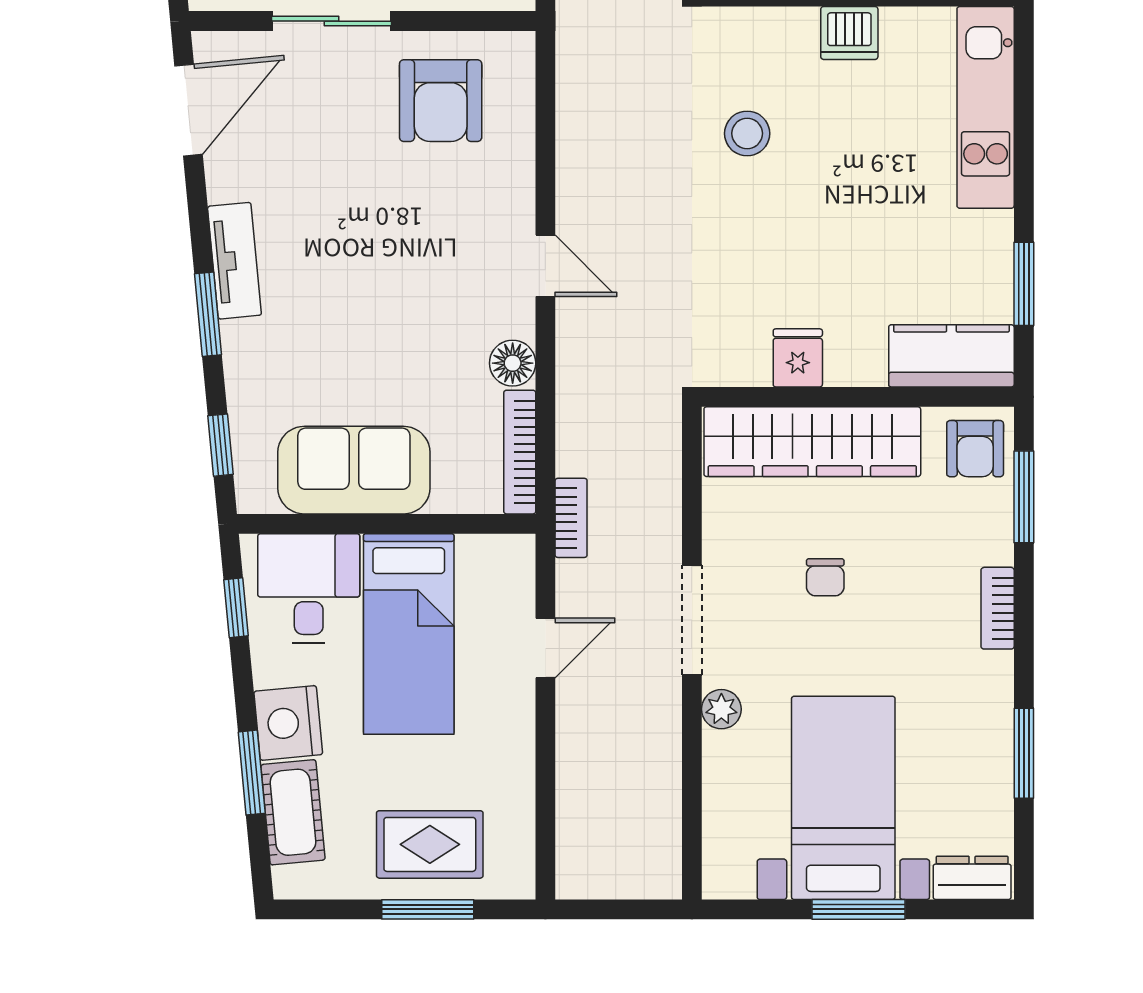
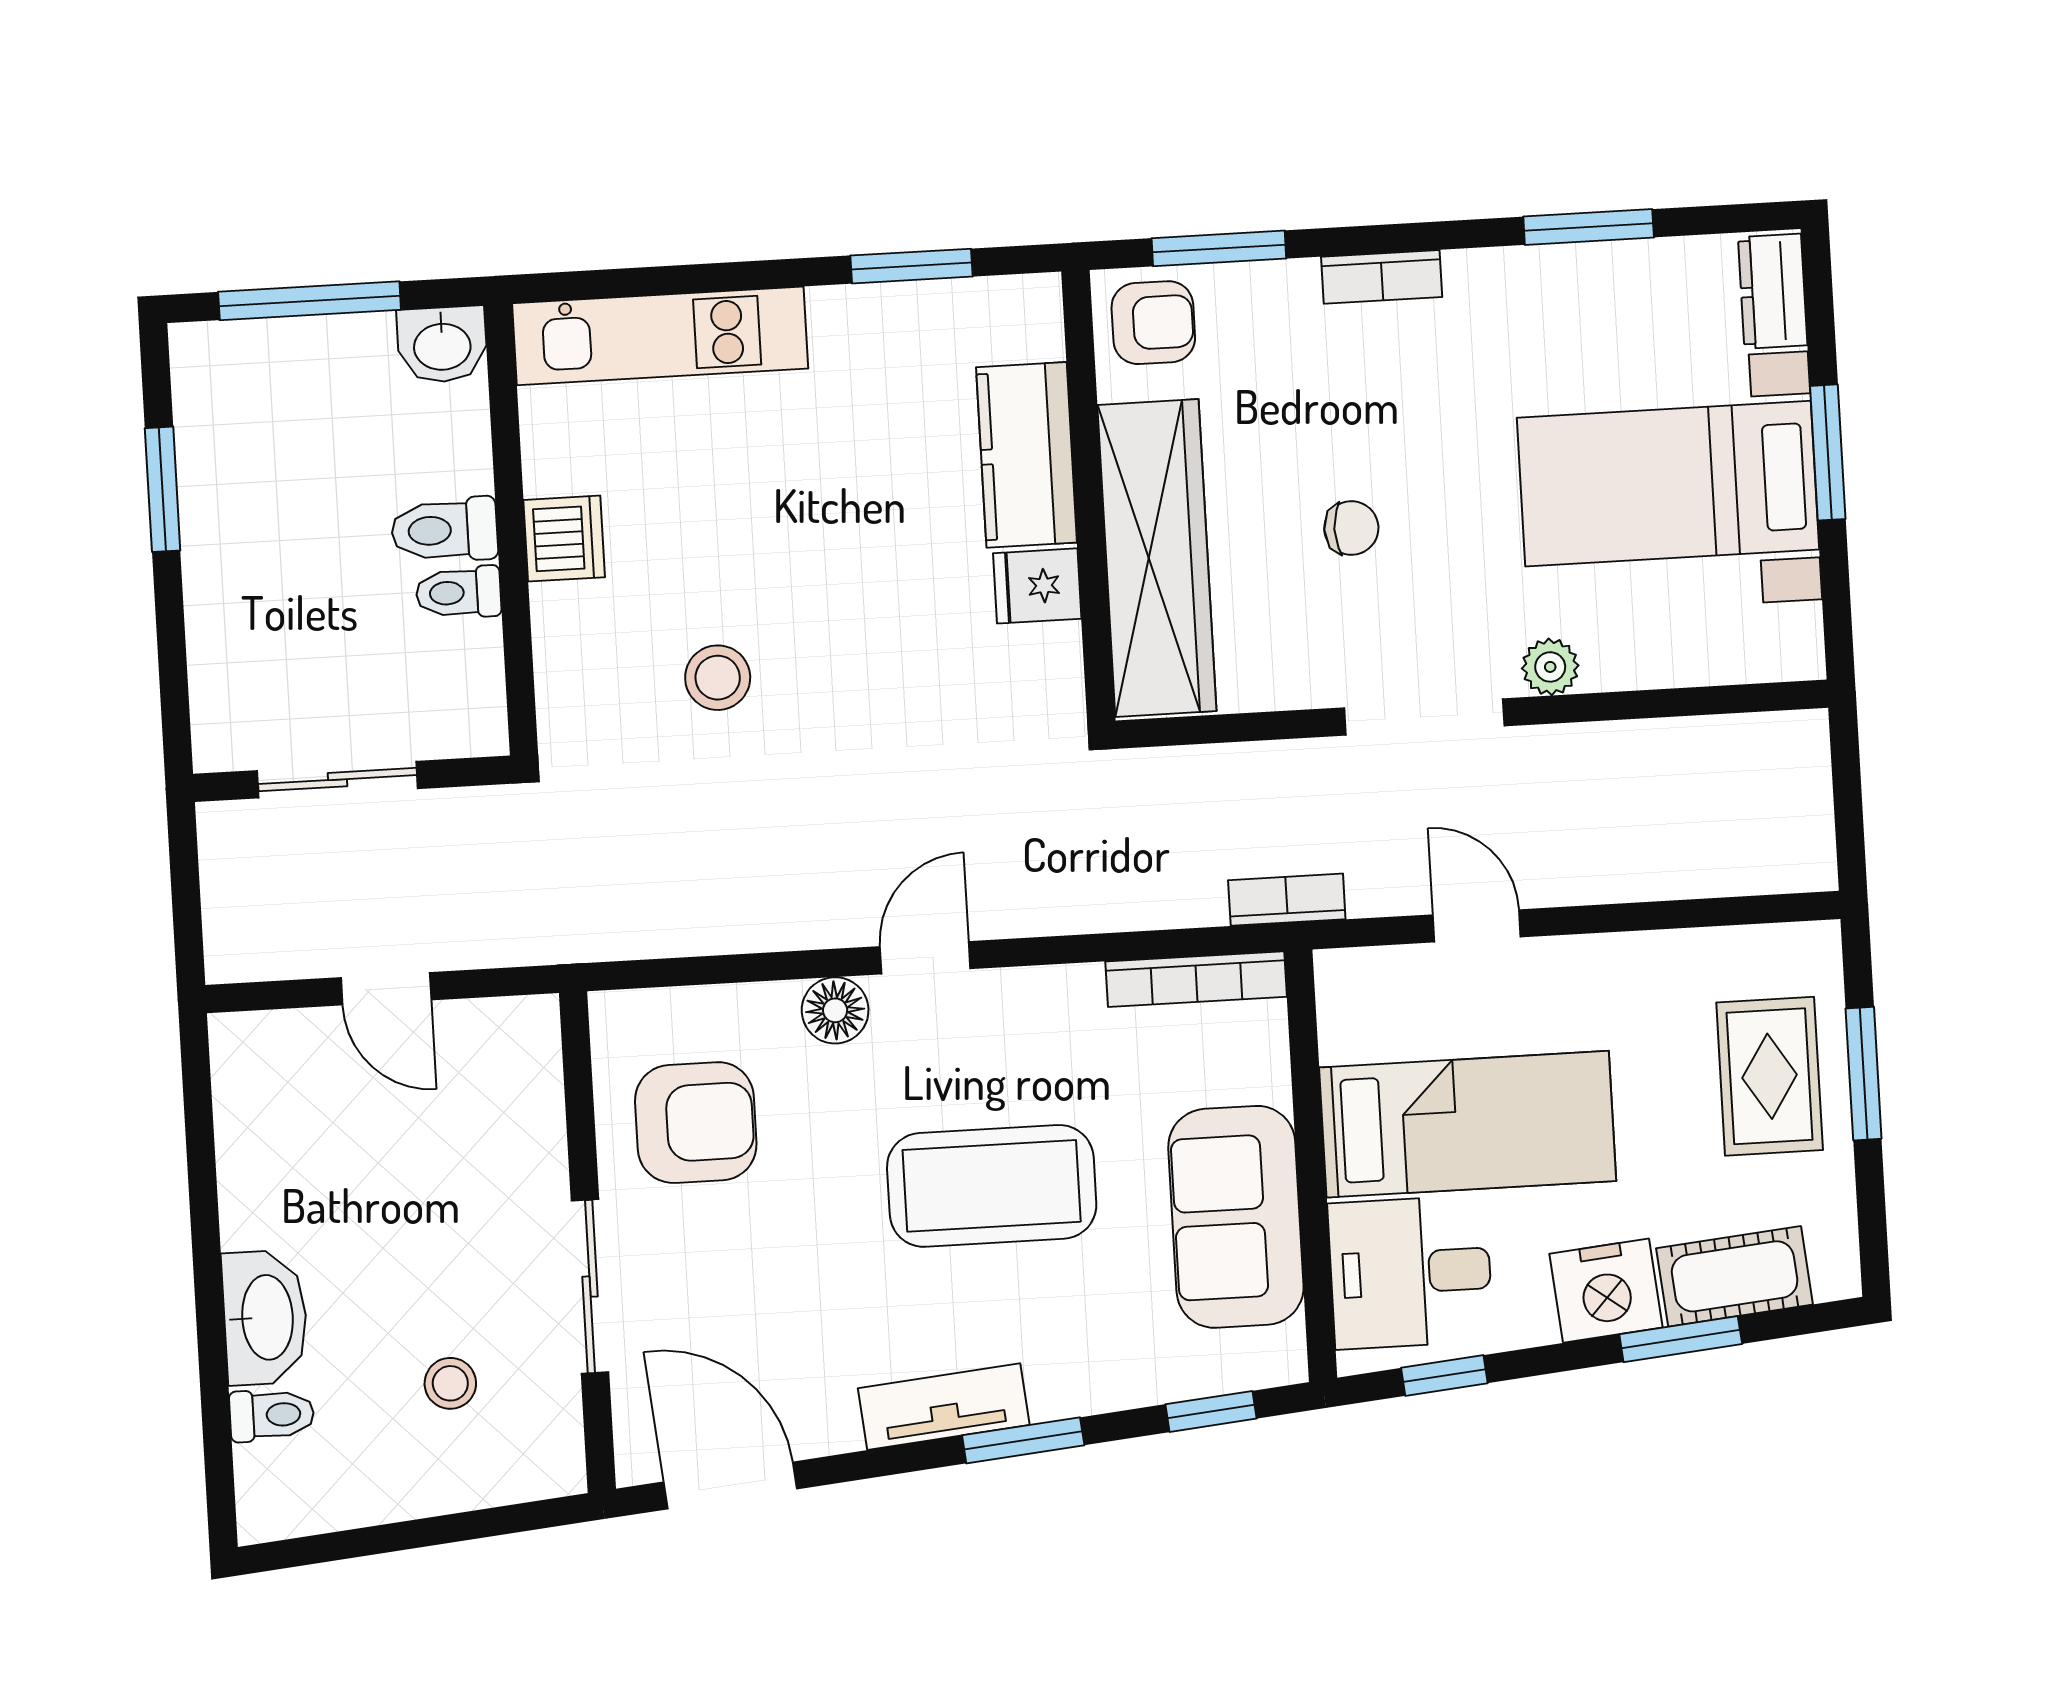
coffee table: (385, 303) -> (992, 1186), added
kitchen counter: (951, 356) -> (1027, 455), moved
floor lamp: (513, 363) -> (835, 1010), moved

